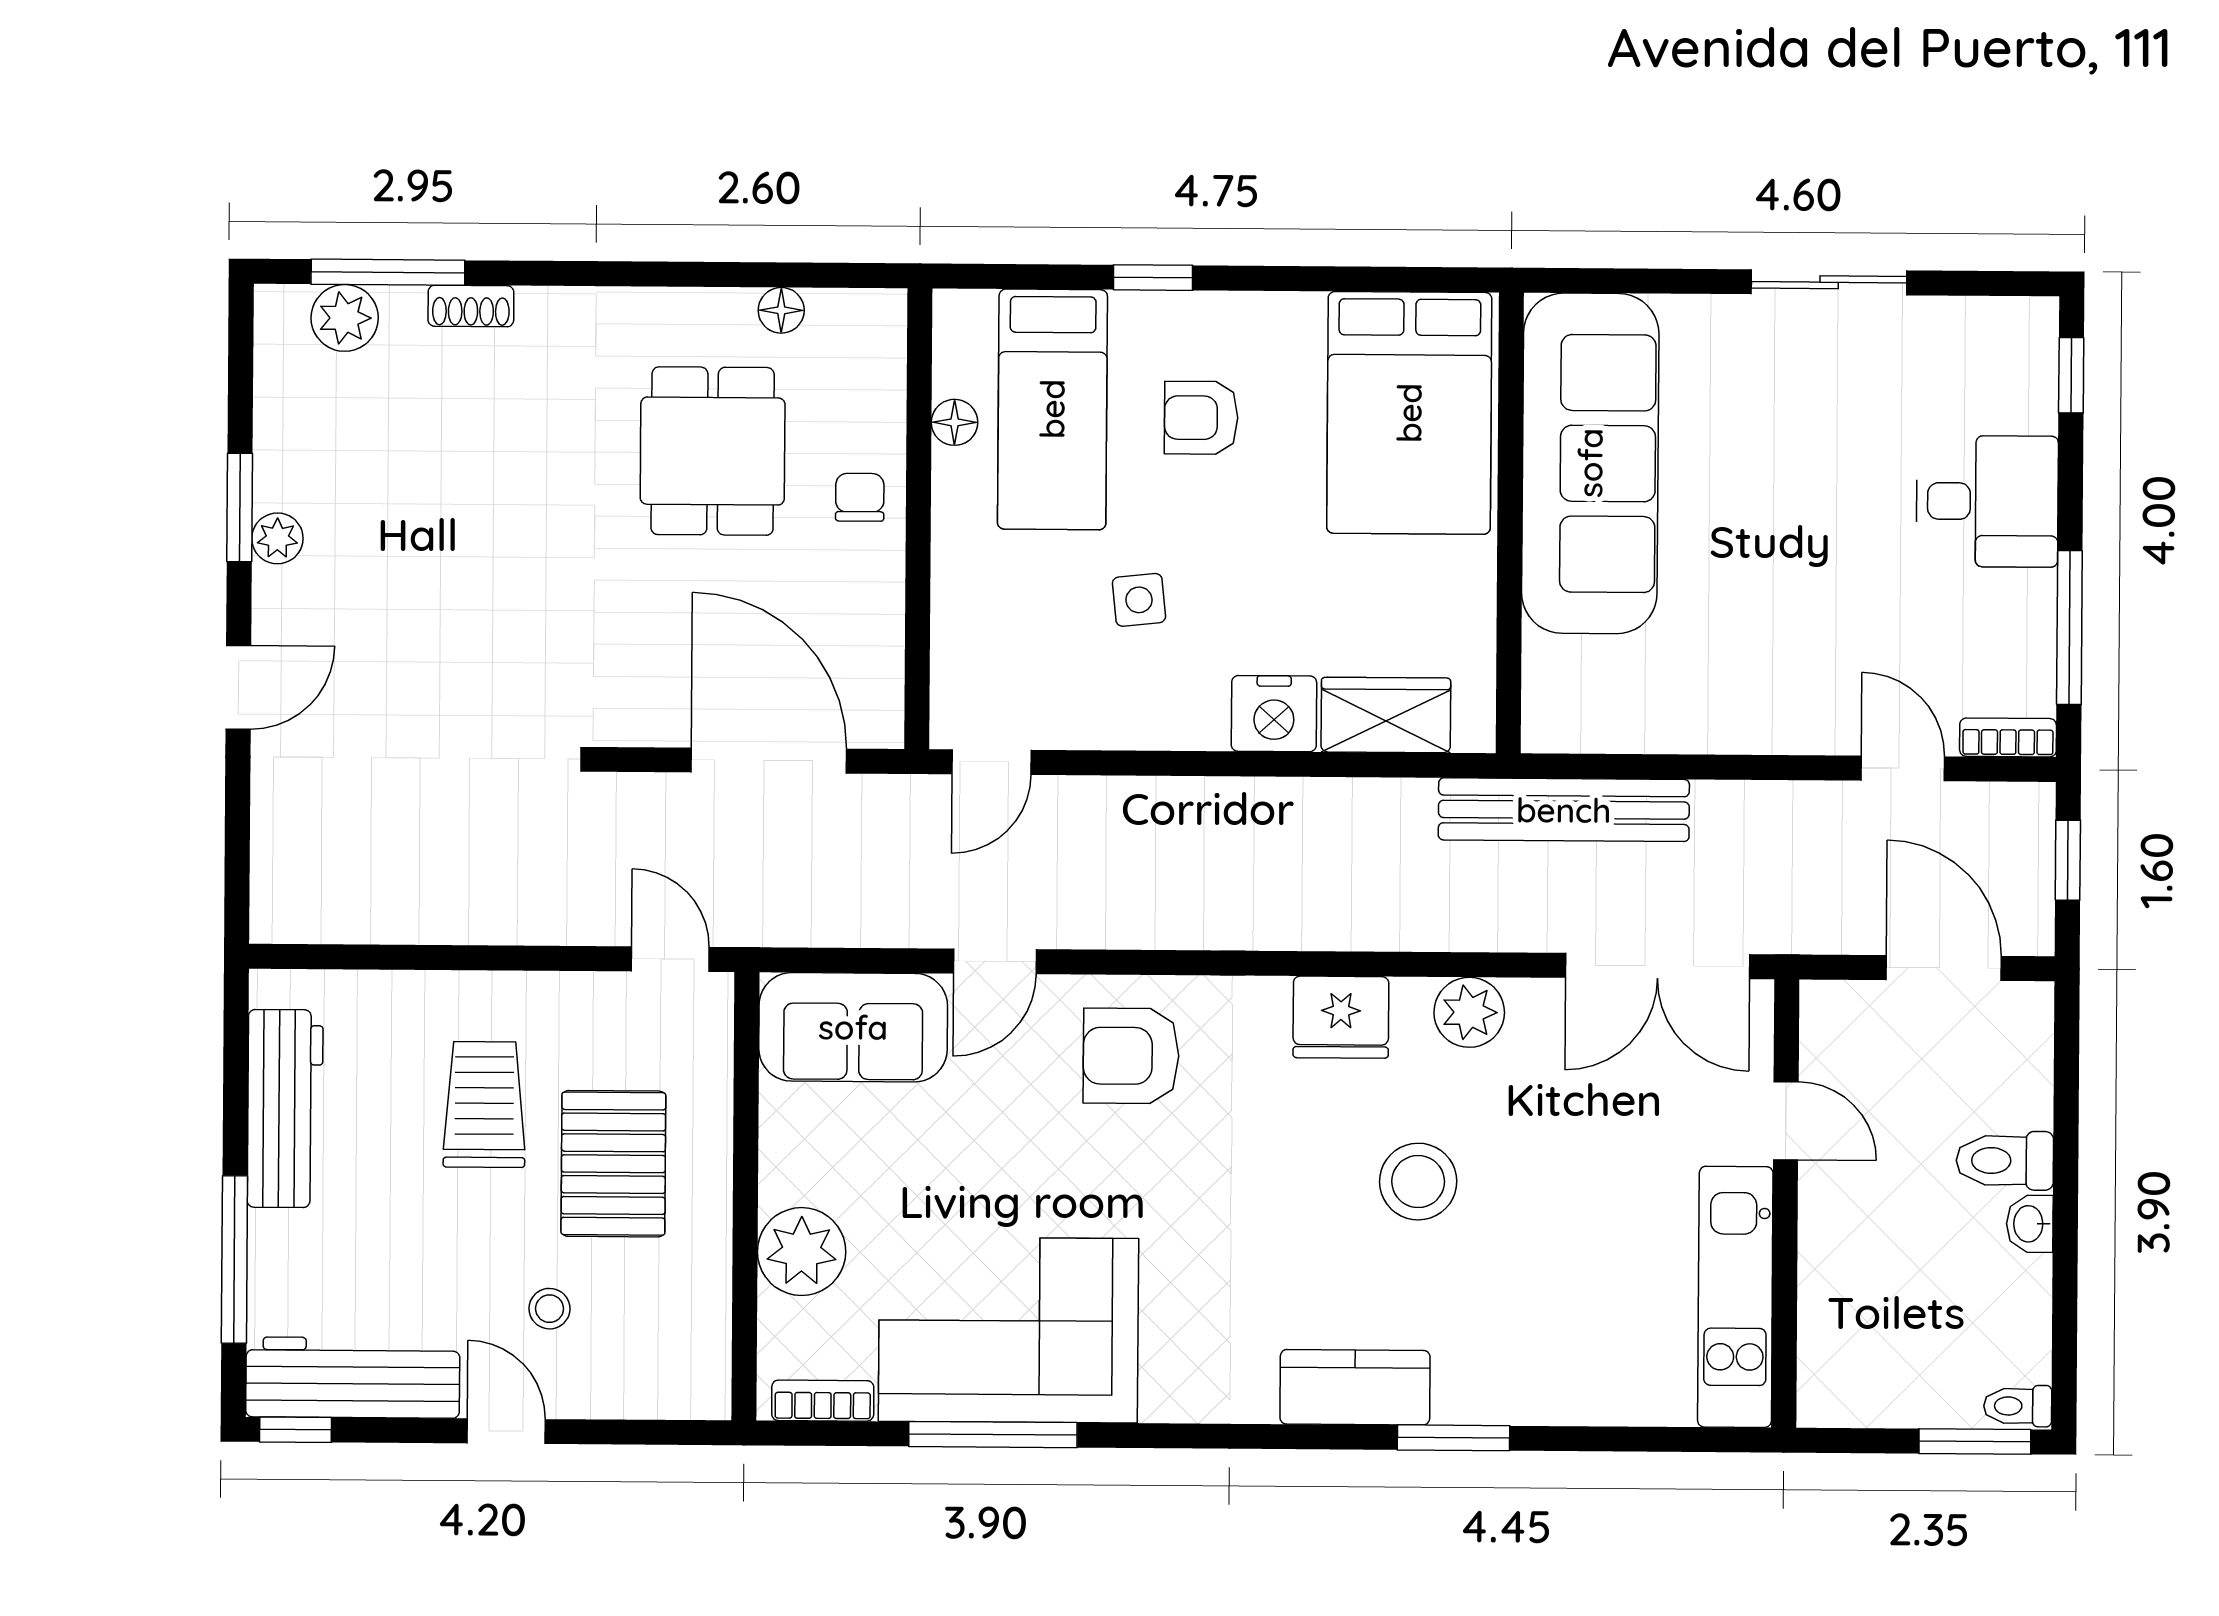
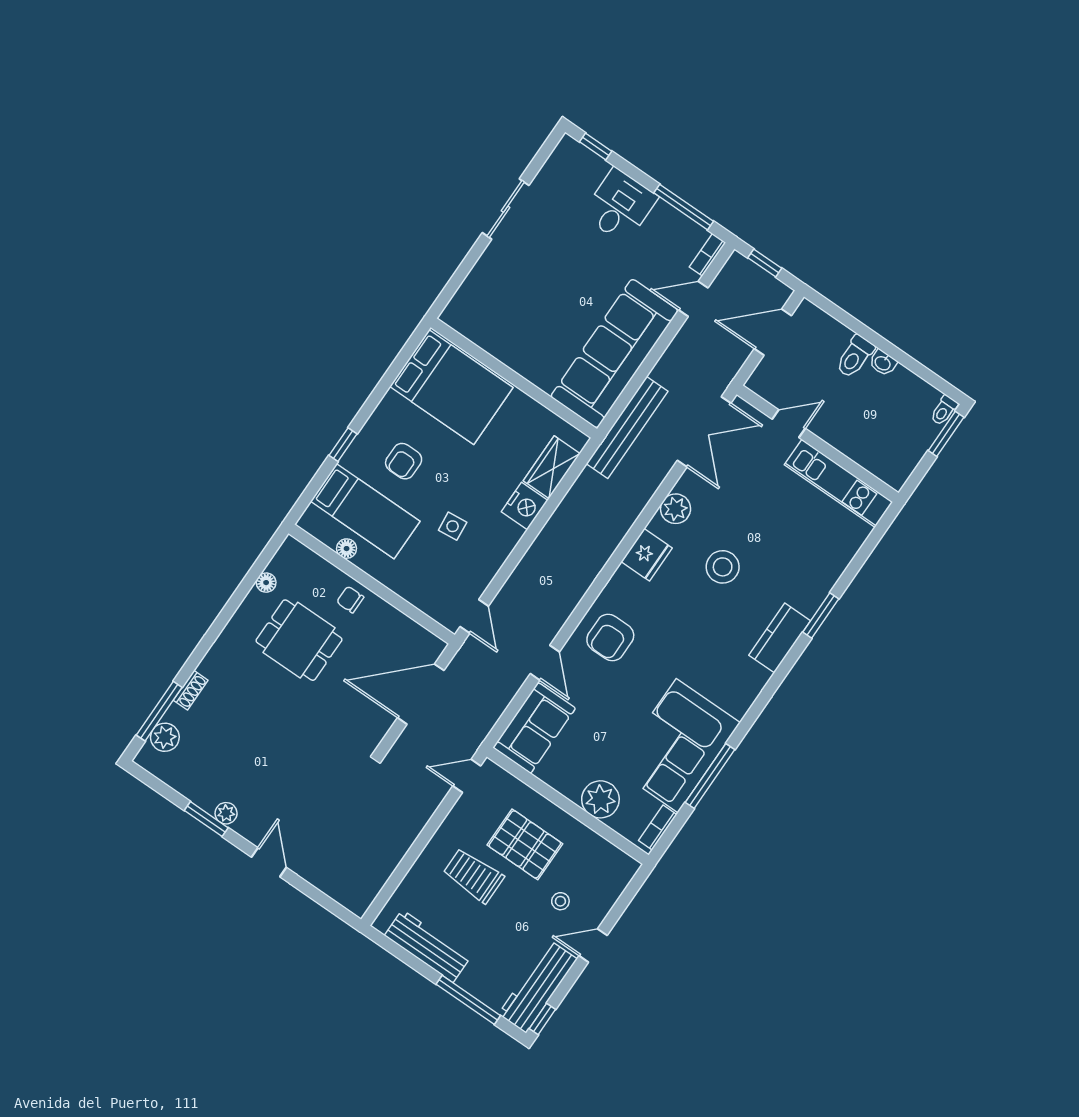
sofa: (1590, 463) -> (614, 354), moved, turned -90

